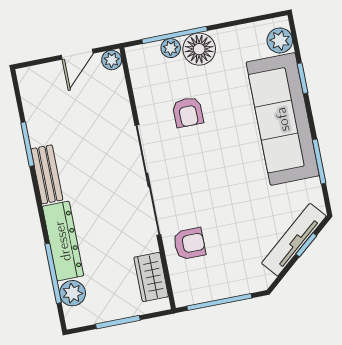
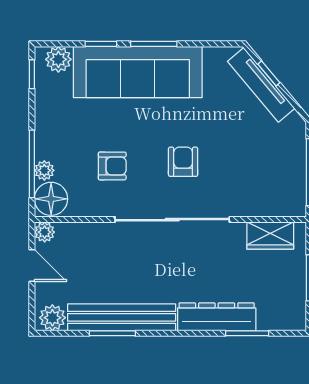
window: (261, 18) -> (32, 74), added
floor lamp: (199, 49) -> (51, 199), moved
window: (319, 161) -> (154, 44), moved
bench: (47, 174) -> (122, 317), width x1.86, depth x1.21
armchair: (189, 244) -> (183, 162), moved
window: (53, 273) -> (247, 333), width x0.69
plant: (73, 293) -> (52, 318), moved

